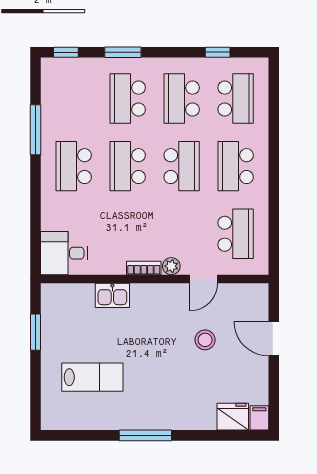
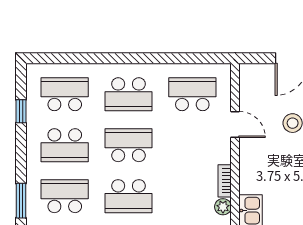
school desk: (128, 99) -> (65, 196), turned 180
plant: (171, 266) -> (223, 207), moved

